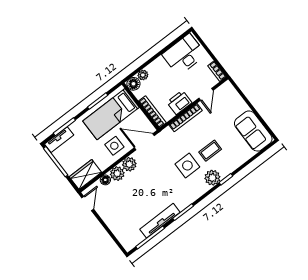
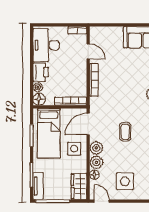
printer: (179, 102) -> (41, 72), moved, turned 180
coffee table: (210, 151) -> (125, 132), moved
side table: (187, 165) -> (125, 181), moved

